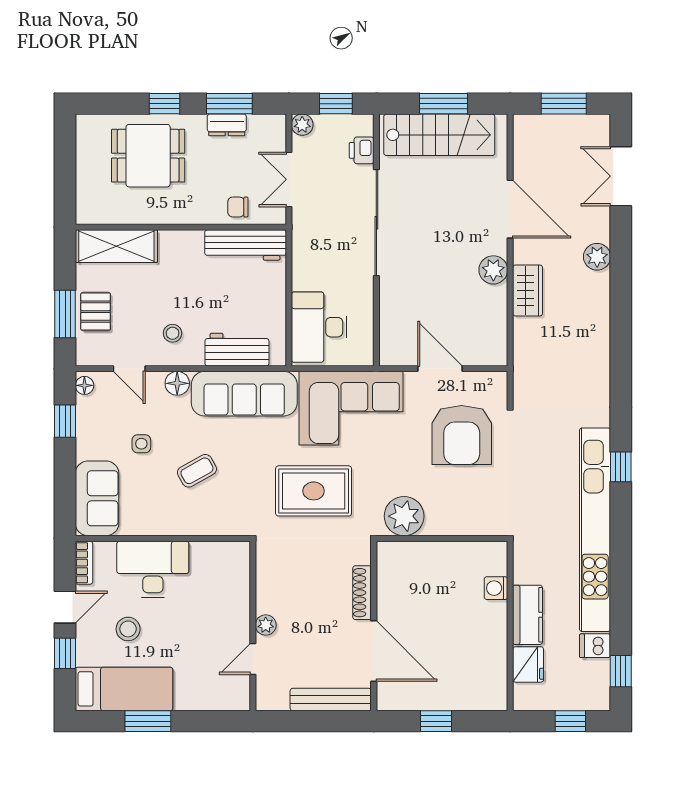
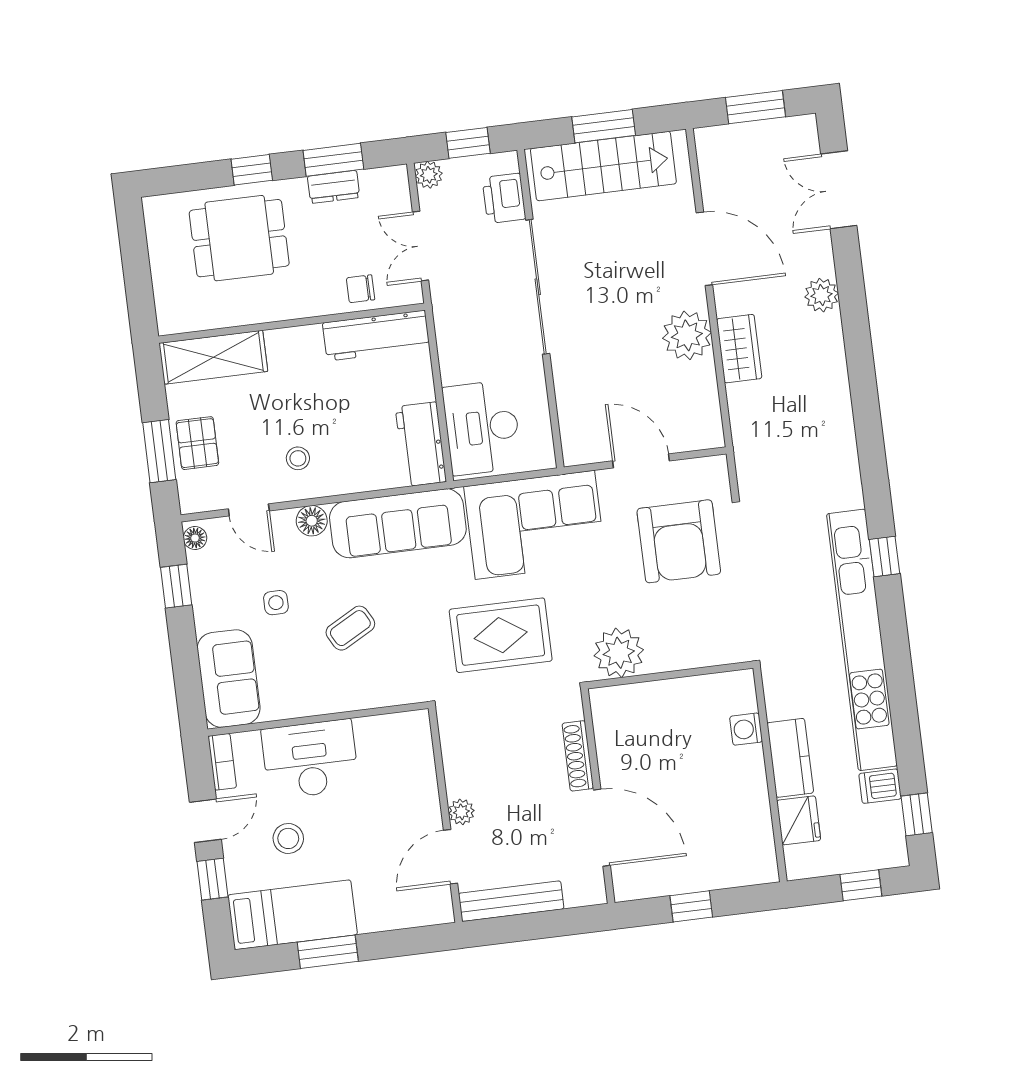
printer: (362, 150) -> (504, 198), width x1.36, depth x1.24
plant: (493, 270) -> (687, 335), width x1.36, depth x1.36
workbench: (237, 350) -> (421, 444), moved, turned -90
door: (253, 659) -> (450, 857), width x1.38
bench: (331, 699) -> (511, 901), moved

